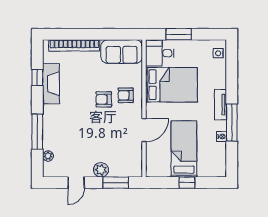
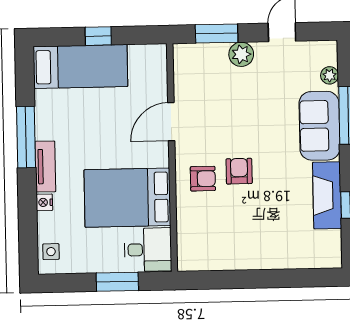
bookcase: (74, 45) -> (290, 260), removed
sofa: (122, 52) -> (319, 126), moved, turned -90
armchair: (104, 99) -> (239, 171), turned -90
nightstand: (222, 136) -> (44, 202), moved
bed: (184, 149) -> (80, 66), moved, turned -90

